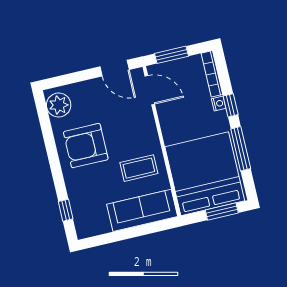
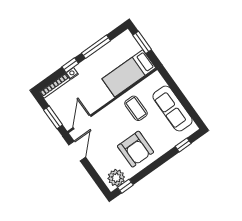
window: (43, 112) -> (125, 186), added
bed: (205, 174) -> (129, 73), width x0.49
sofa: (142, 210) -> (173, 108), moved

